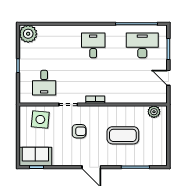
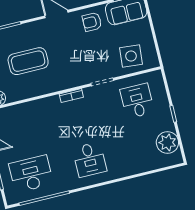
plant: (28, 34) -> (167, 143), moved
desk: (142, 45) -> (31, 174), turned 180
armchair: (79, 131) -> (92, 22), moved

